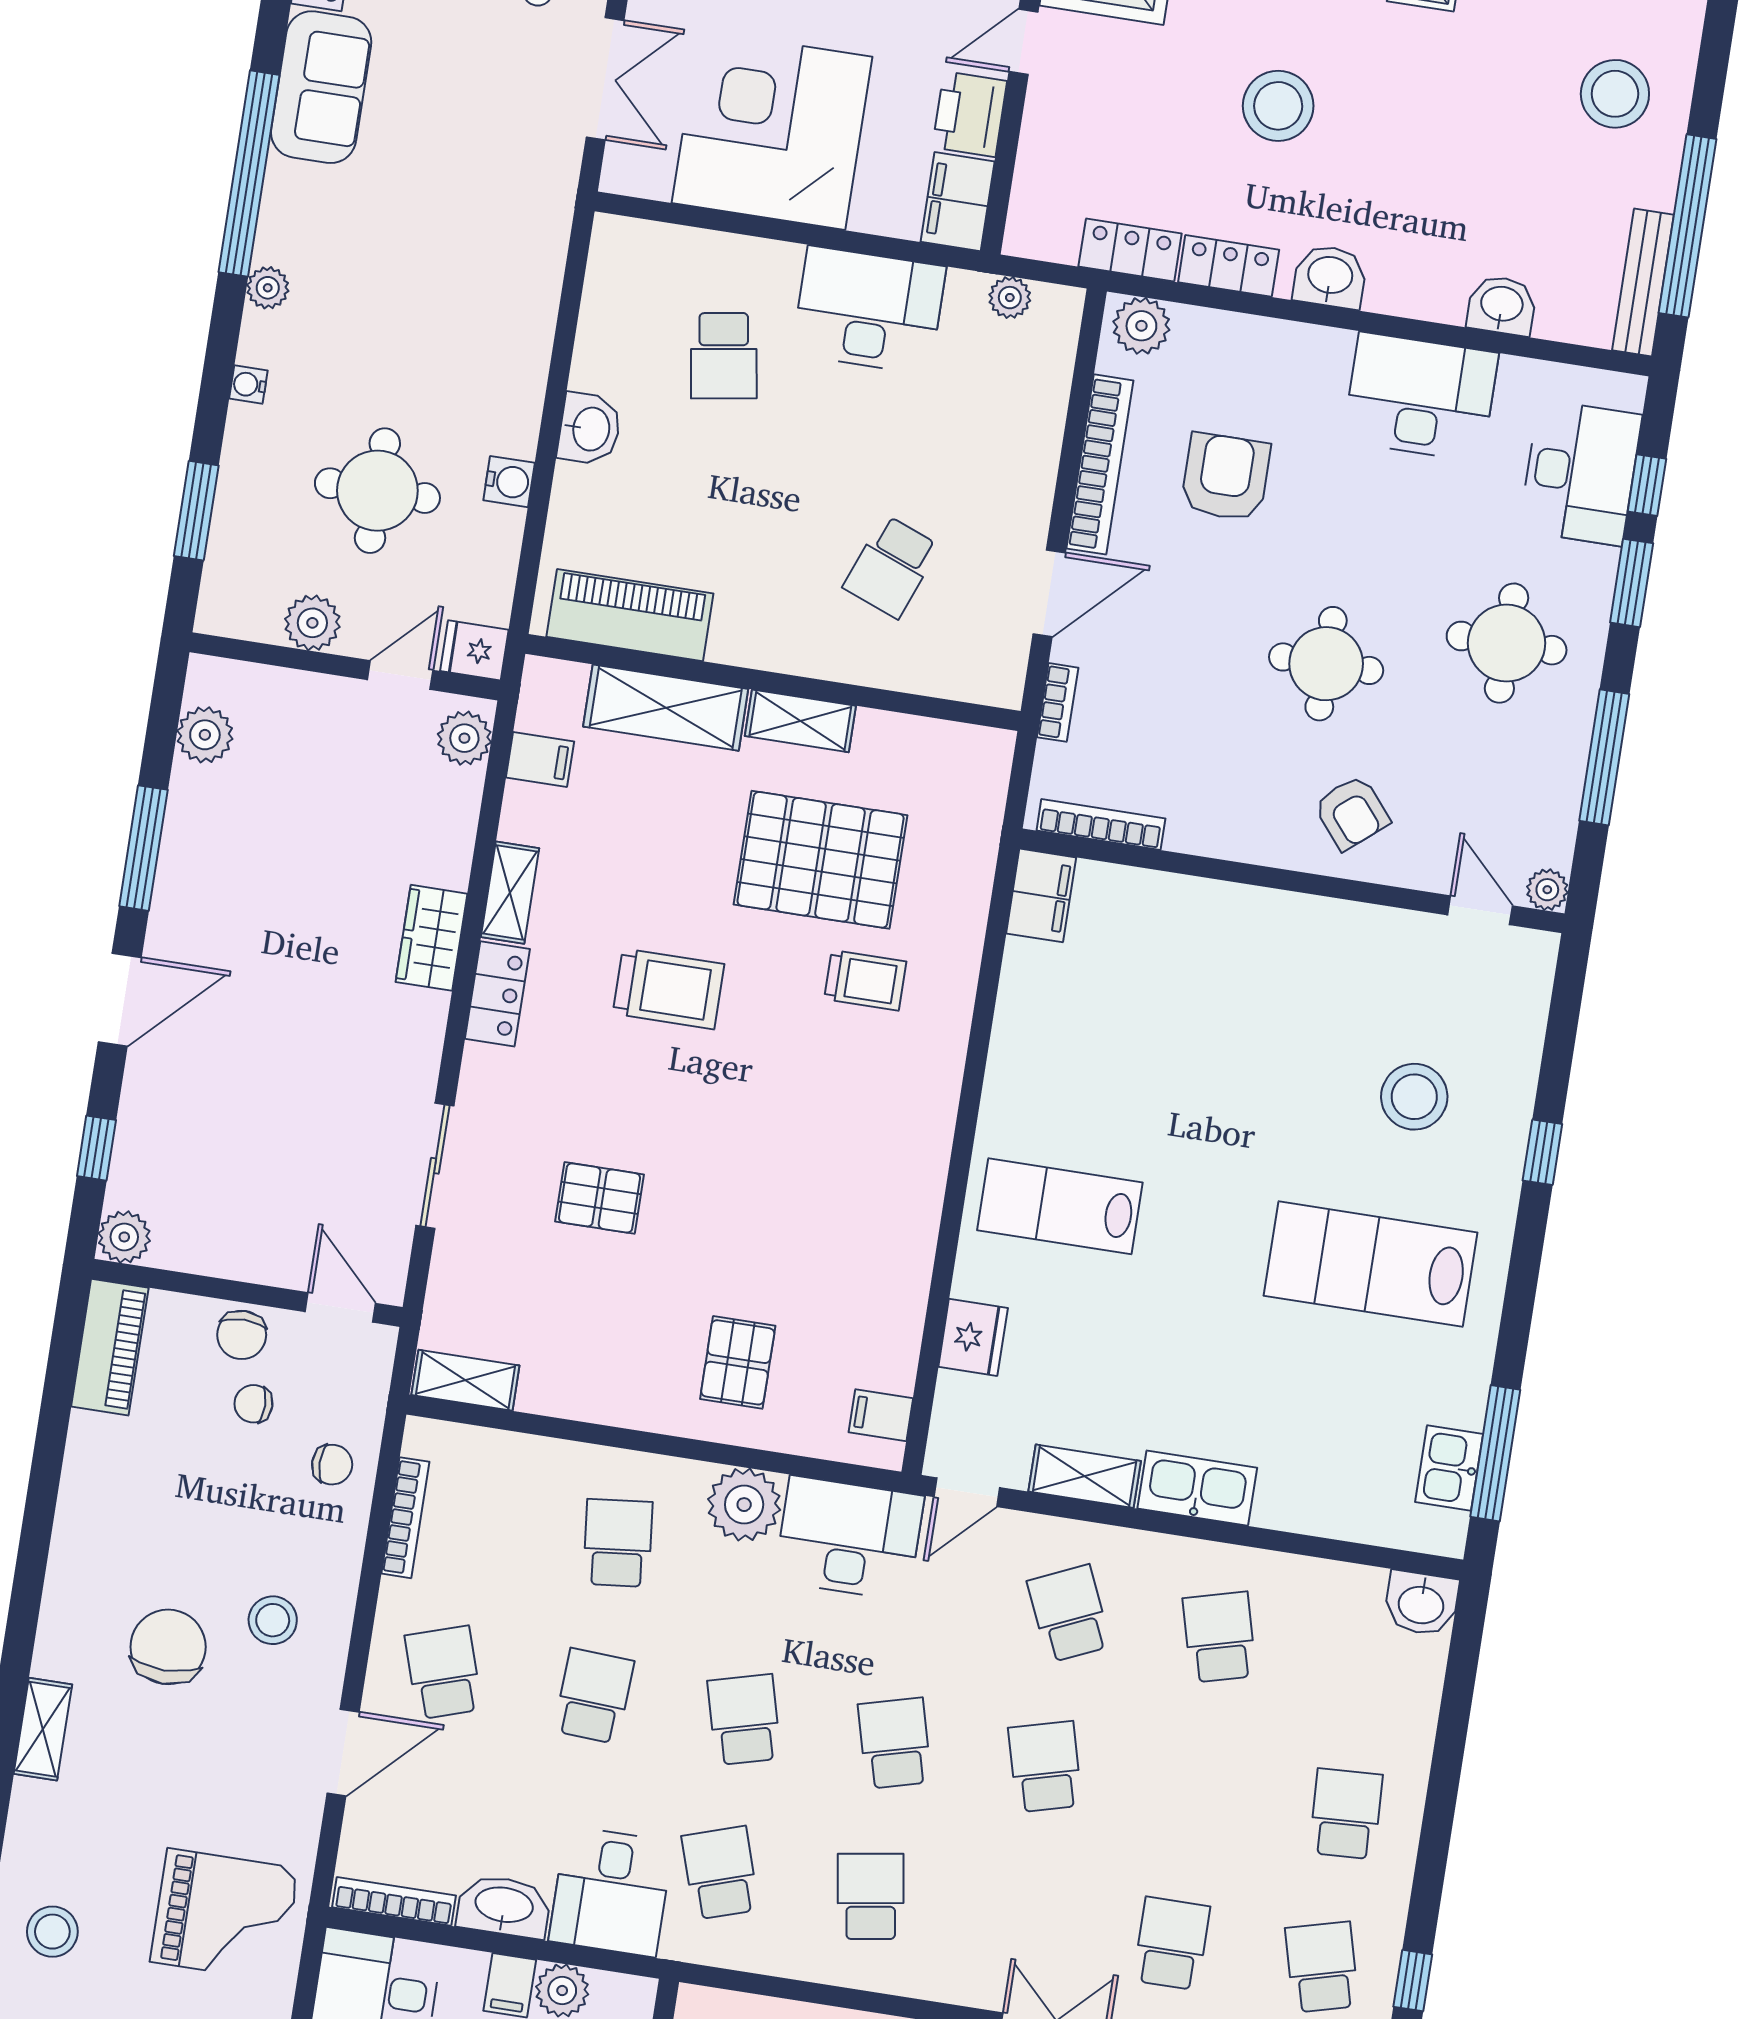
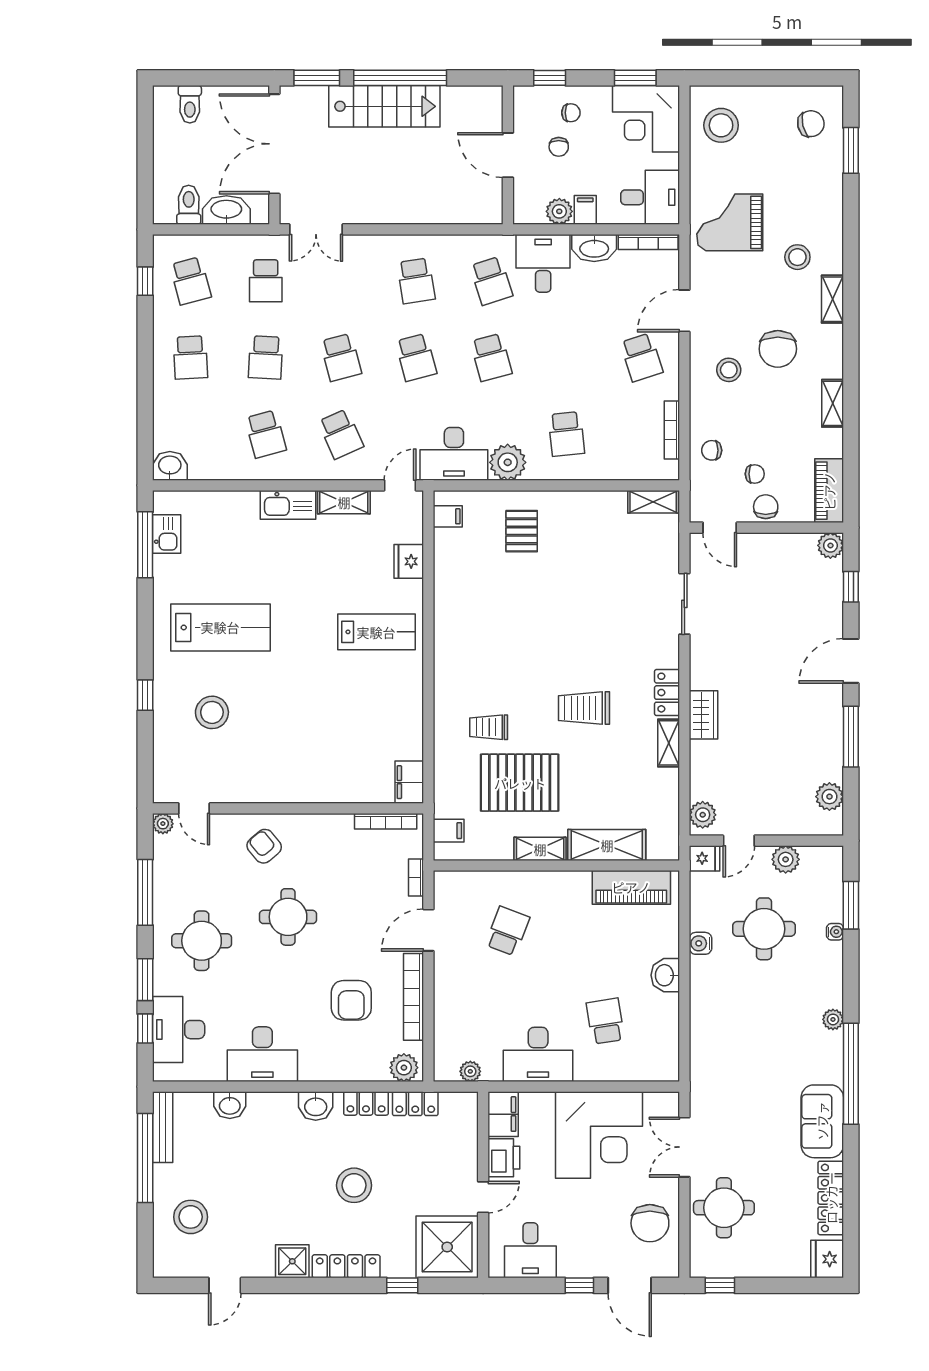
water cooler: (248, 385) -> (835, 932), moved
filing cabinet: (540, 759) -> (449, 831), moved, turned 180
pallet: (600, 1198) -> (602, 601), removed
shelving: (75, 1521) -> (833, 403), added
school desk: (594, 1696) -> (266, 357), moved
stool: (52, 1932) -> (797, 257), moved

